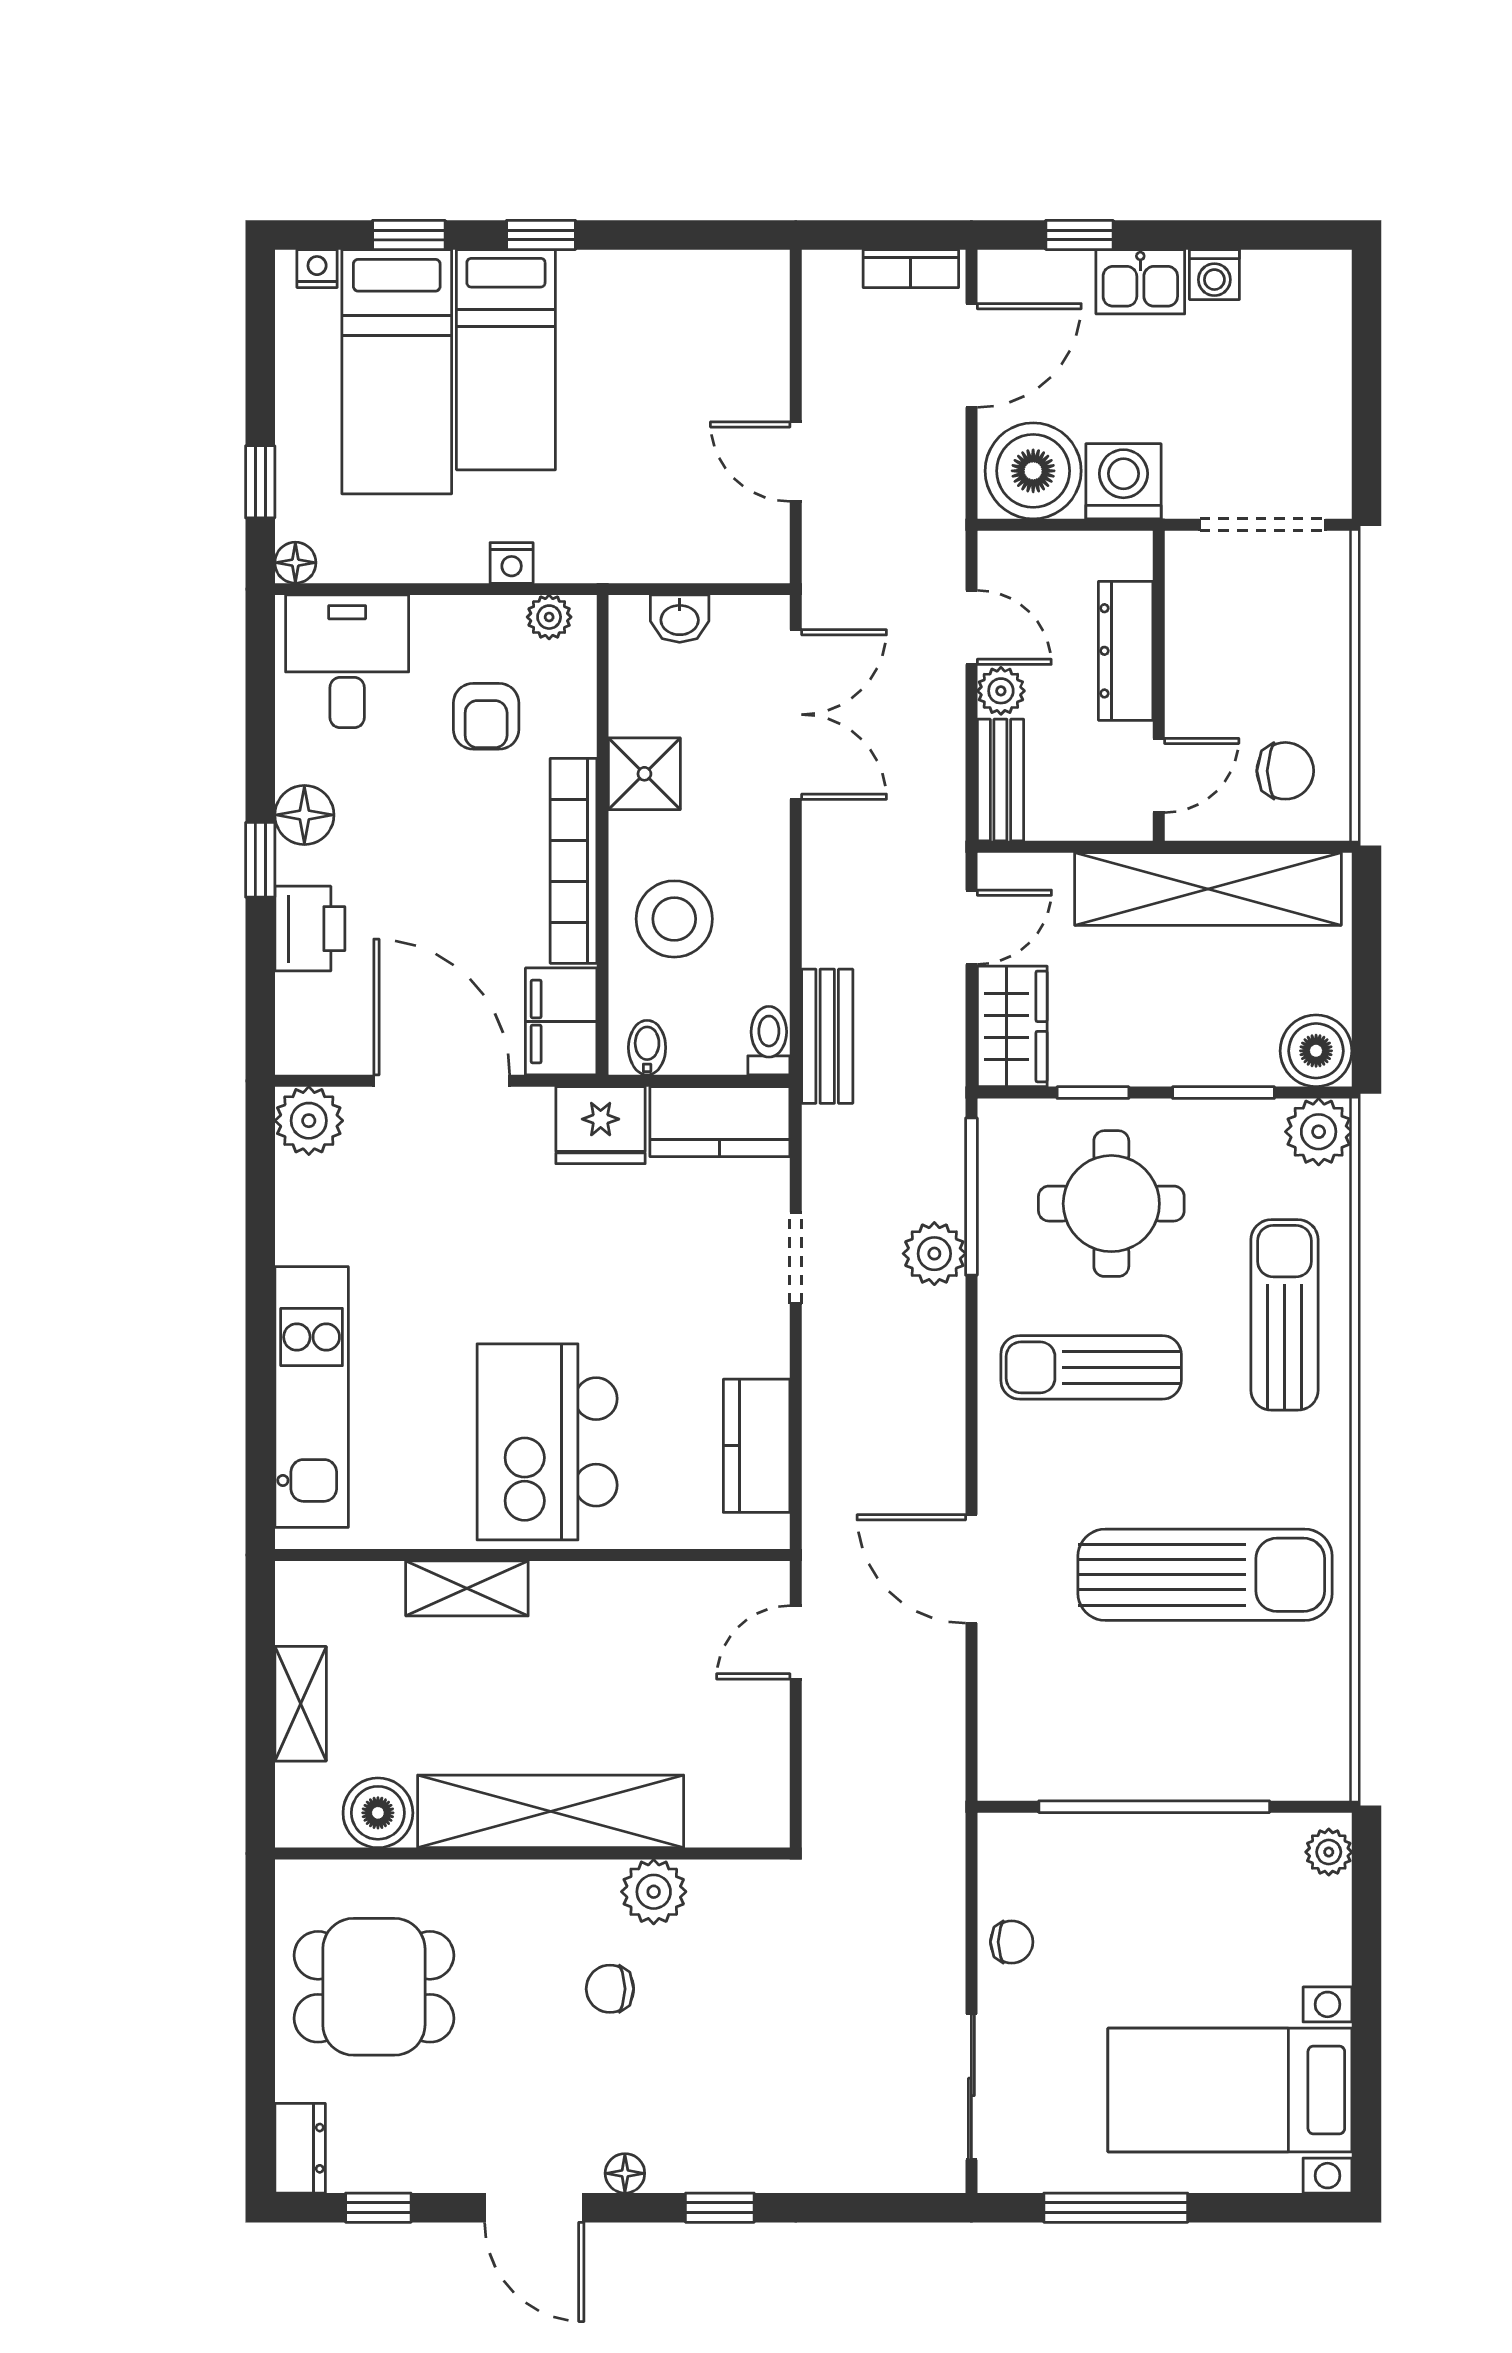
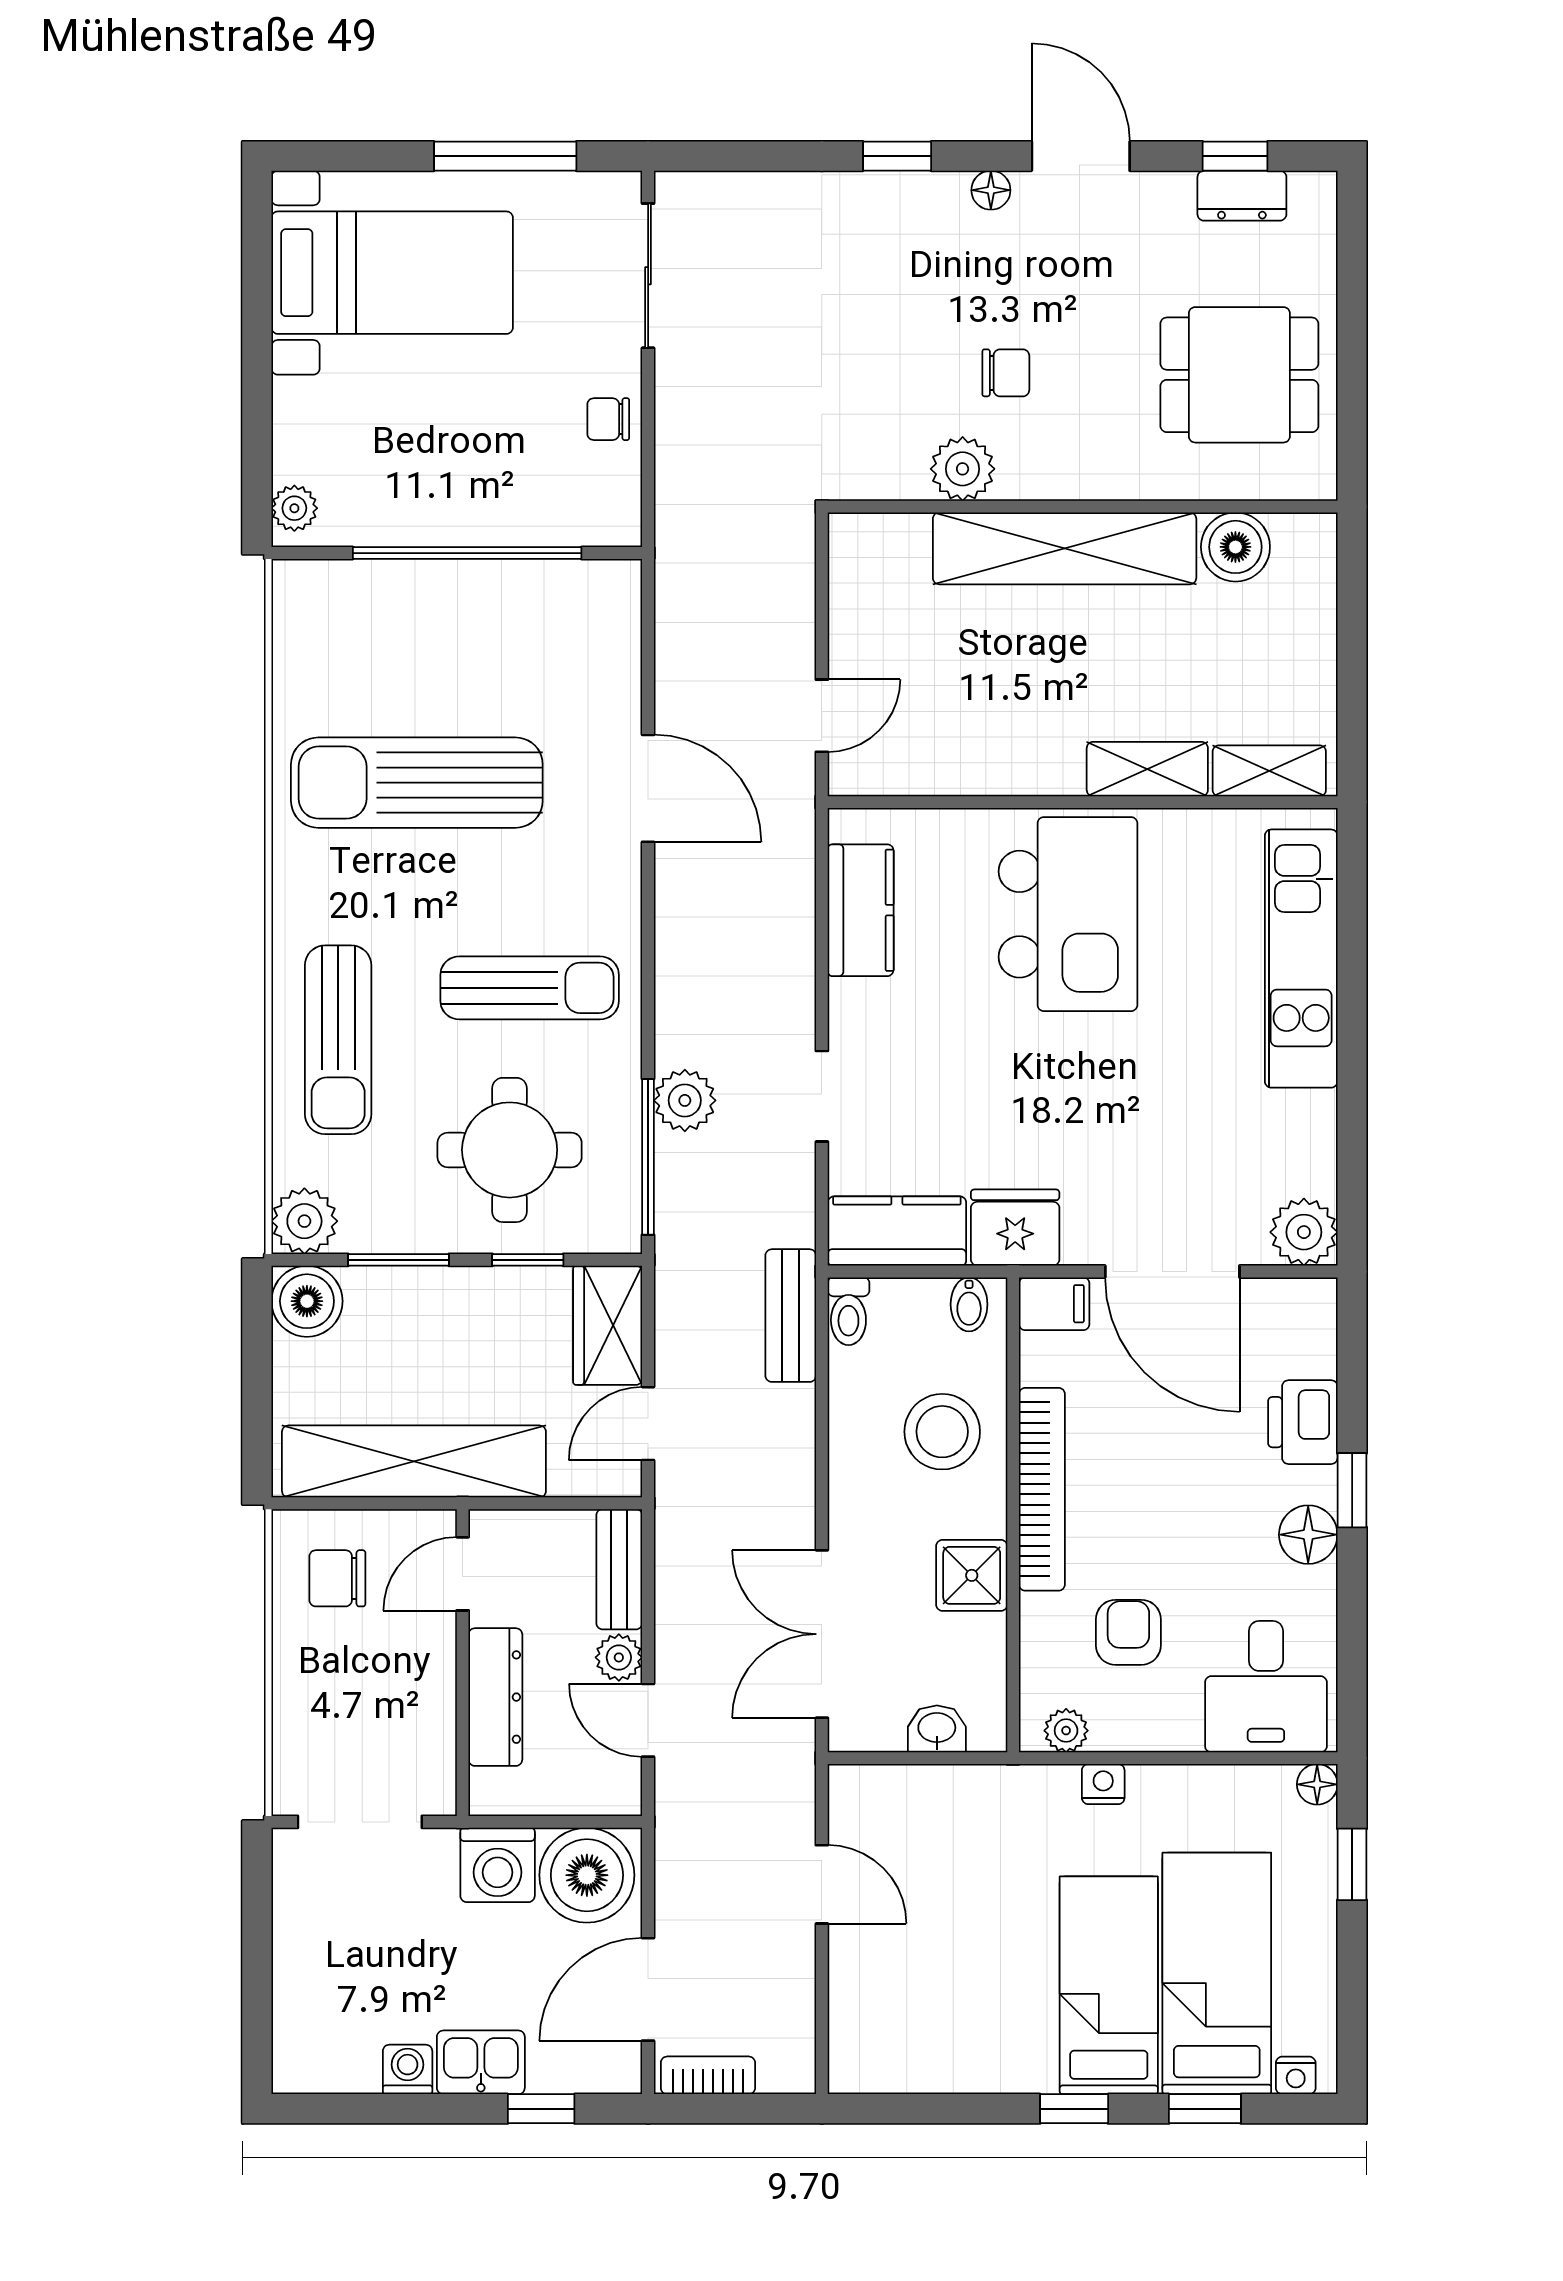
filing cabinet: (561, 1021) -> (1054, 1304), width x0.50
shelving: (301, 1704) -> (1269, 771), moved, turned 90
dresser: (300, 2148) -> (1242, 196), moved, turned -90

